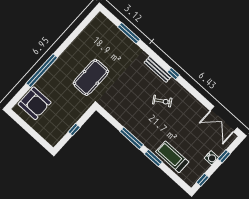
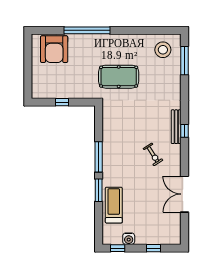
stool: (100, 32) -> (163, 50), added
window: (129, 33) -> (184, 61), moved
window: (173, 74) -> (184, 131), moved
double door: (224, 119) -> (184, 194), moved
water cooler: (211, 158) -> (129, 239), moved

